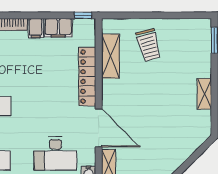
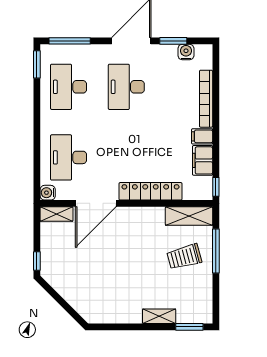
window: (143, 15) -> (216, 251), added
shelving: (110, 56) -> (189, 216), moved
shelving: (204, 94) -> (159, 316), moved

